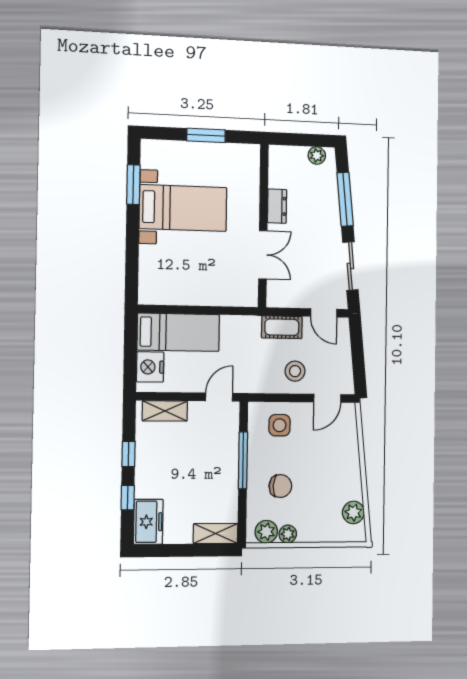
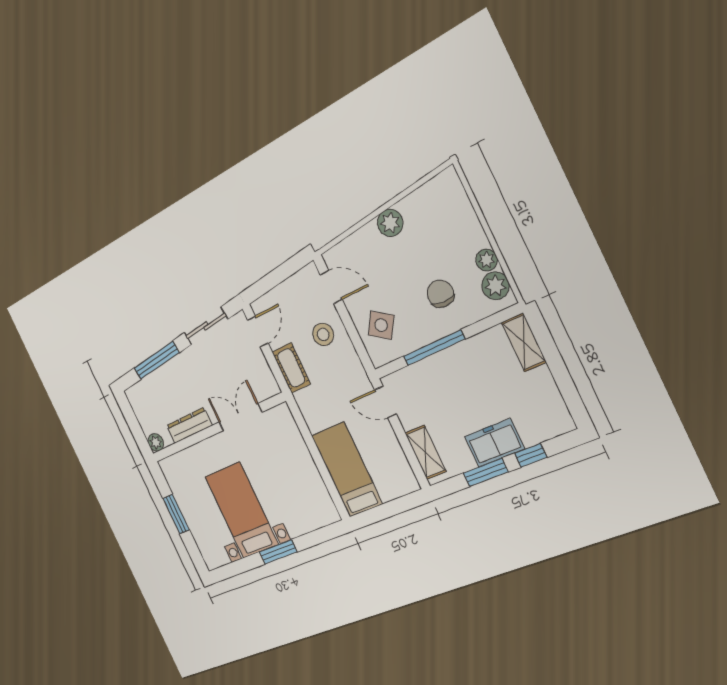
plant: (317, 155) -> (156, 442), moved
window: (133, 185) -> (278, 552), moved
dresser: (277, 206) -> (189, 425), width x1.44
nightstand: (150, 367) -> (392, 485), removed
side table: (280, 425) -> (381, 325), turned 34
window: (128, 454) -> (486, 473), width x1.50
plant: (353, 512) -> (390, 223), moved
freezer: (148, 522) -> (494, 443), moved

